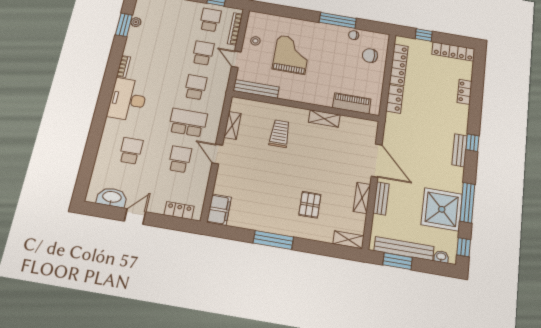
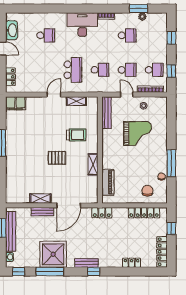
door: (236, 59) -> (127, 95), hinge flipped
locker: (395, 99) -> (102, 213), moved
school desk: (180, 159) -> (127, 35), moved
pallet: (310, 205) -> (57, 158), moved
shower: (442, 209) -> (53, 254), moved
shelving: (348, 240) -> (10, 193), removed

